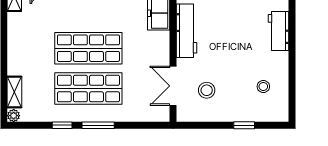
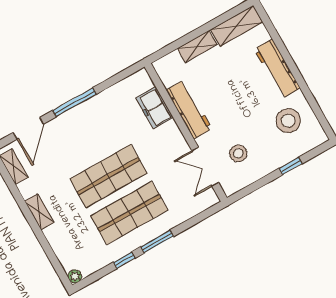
workbench: (279, 31) -> (277, 69), width x1.38
stool: (263, 86) -> (288, 121), width x1.89, depth x1.89
shelving: (14, 92) -> (39, 212), moved

